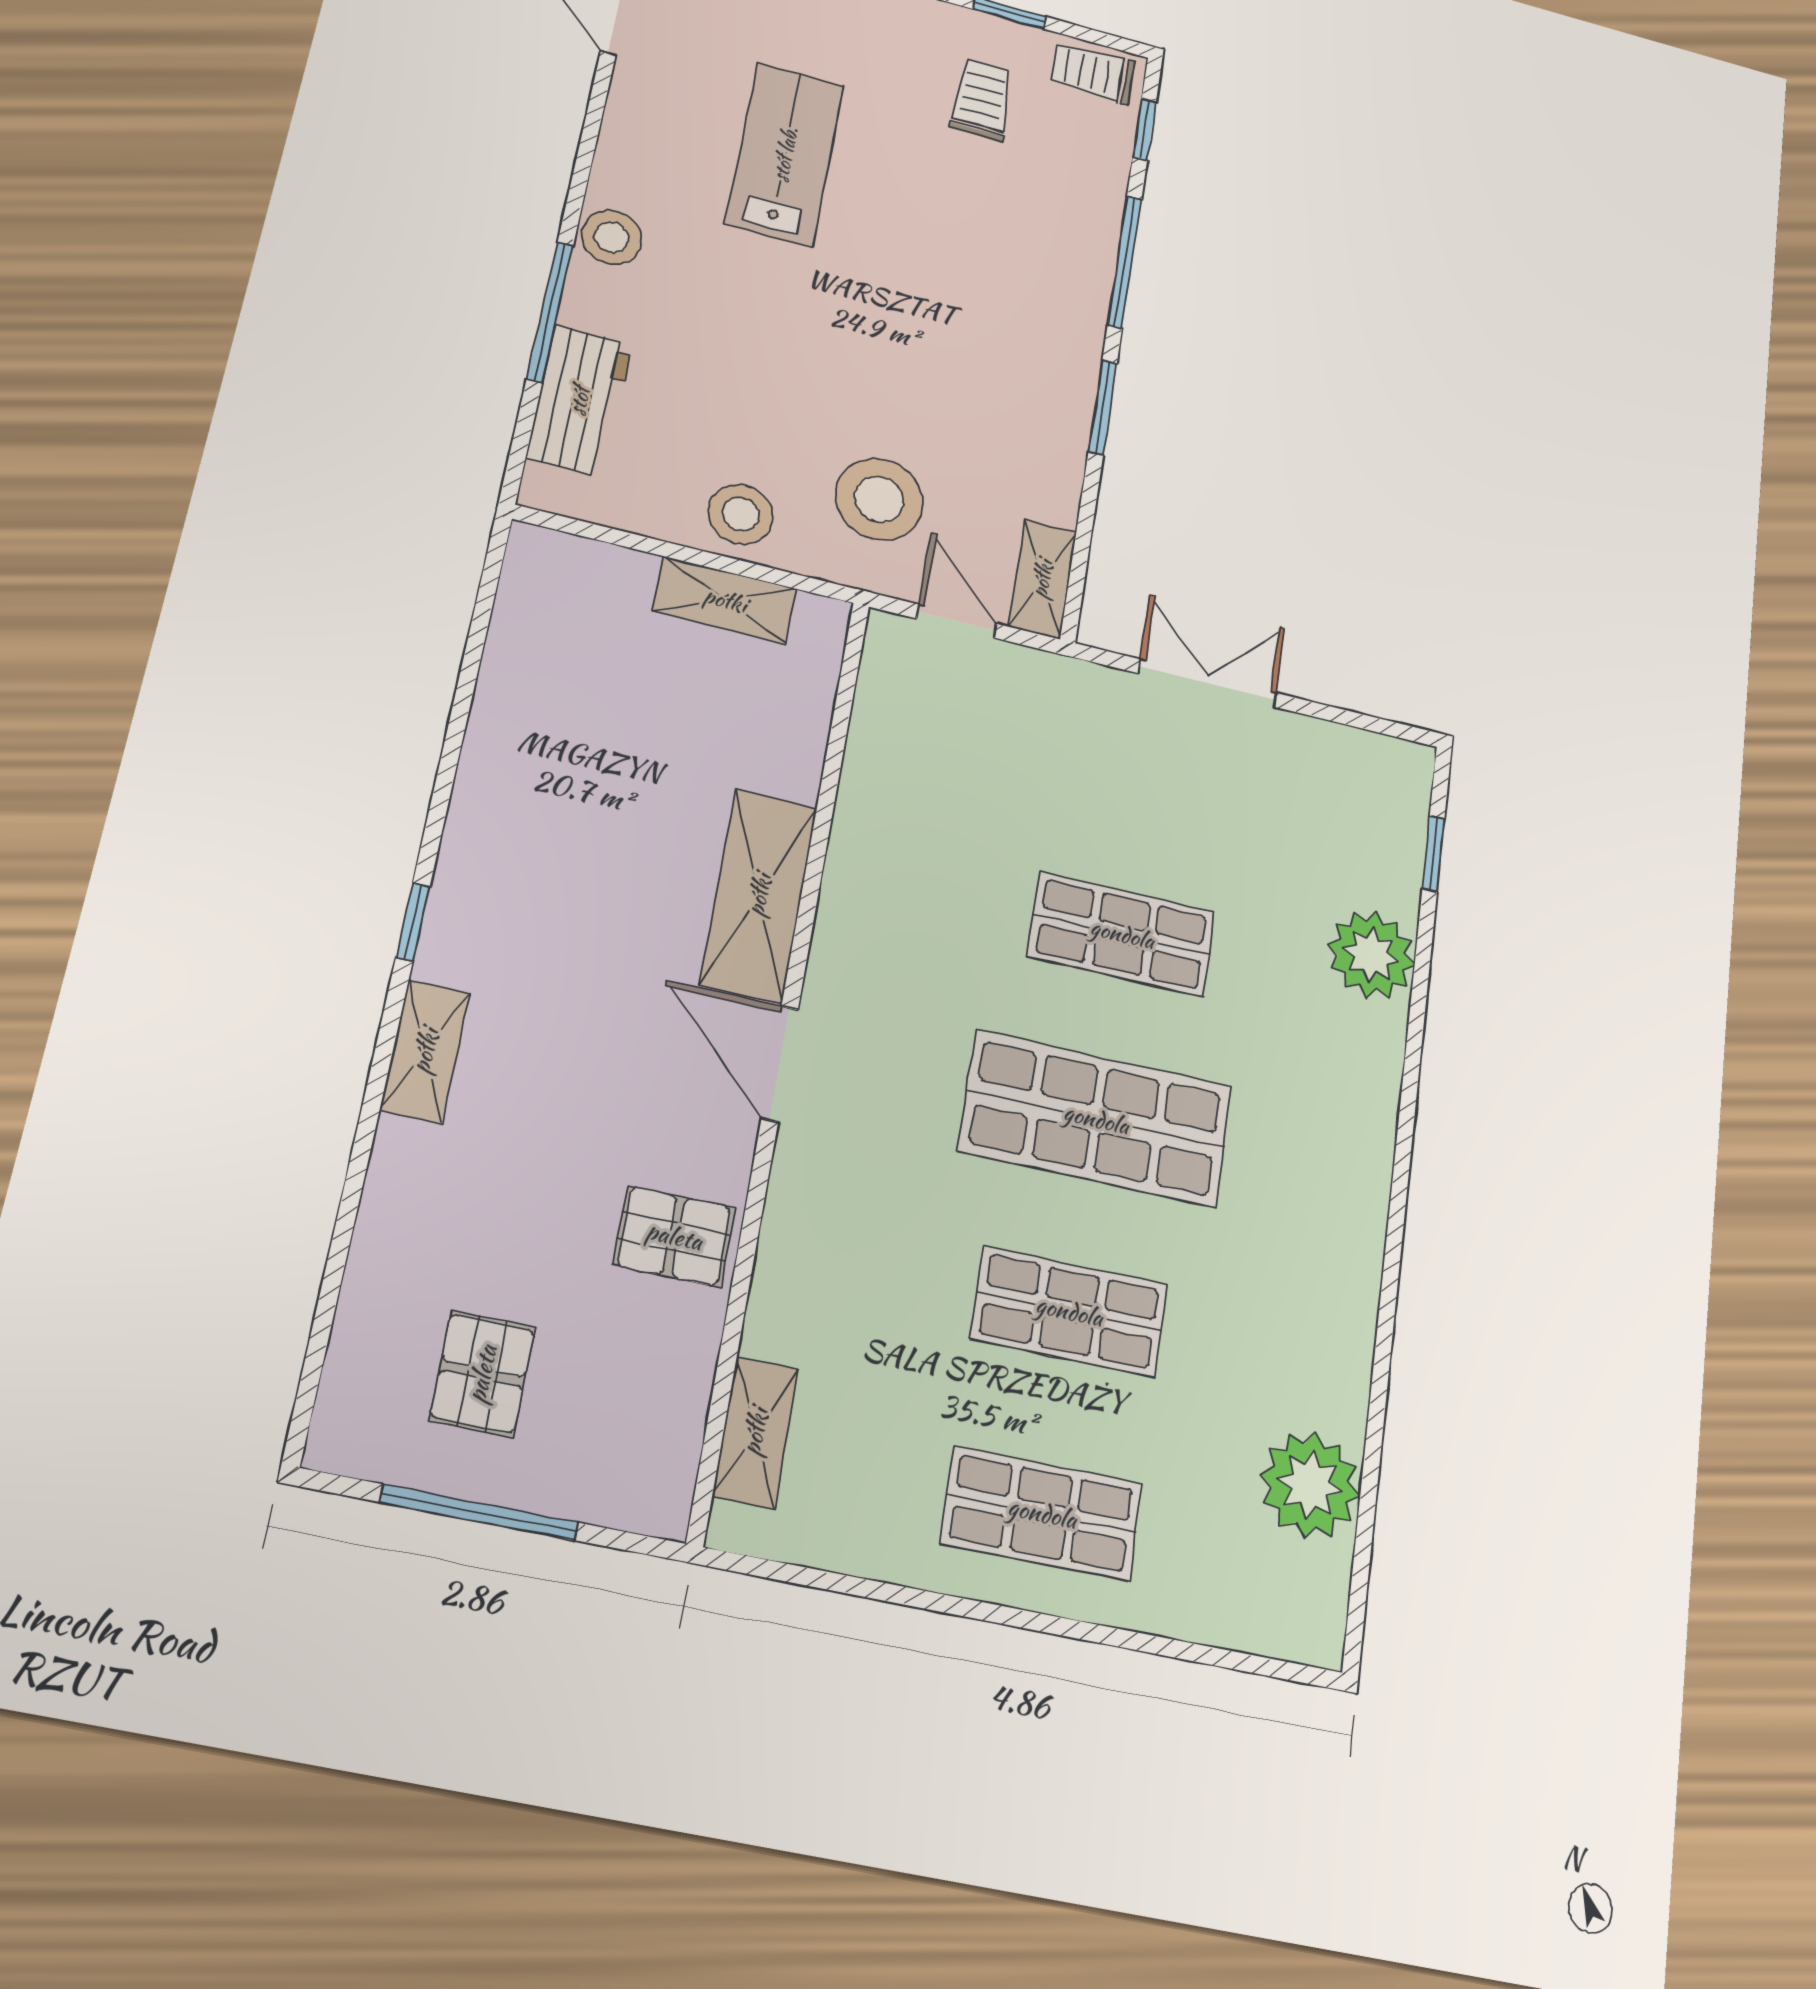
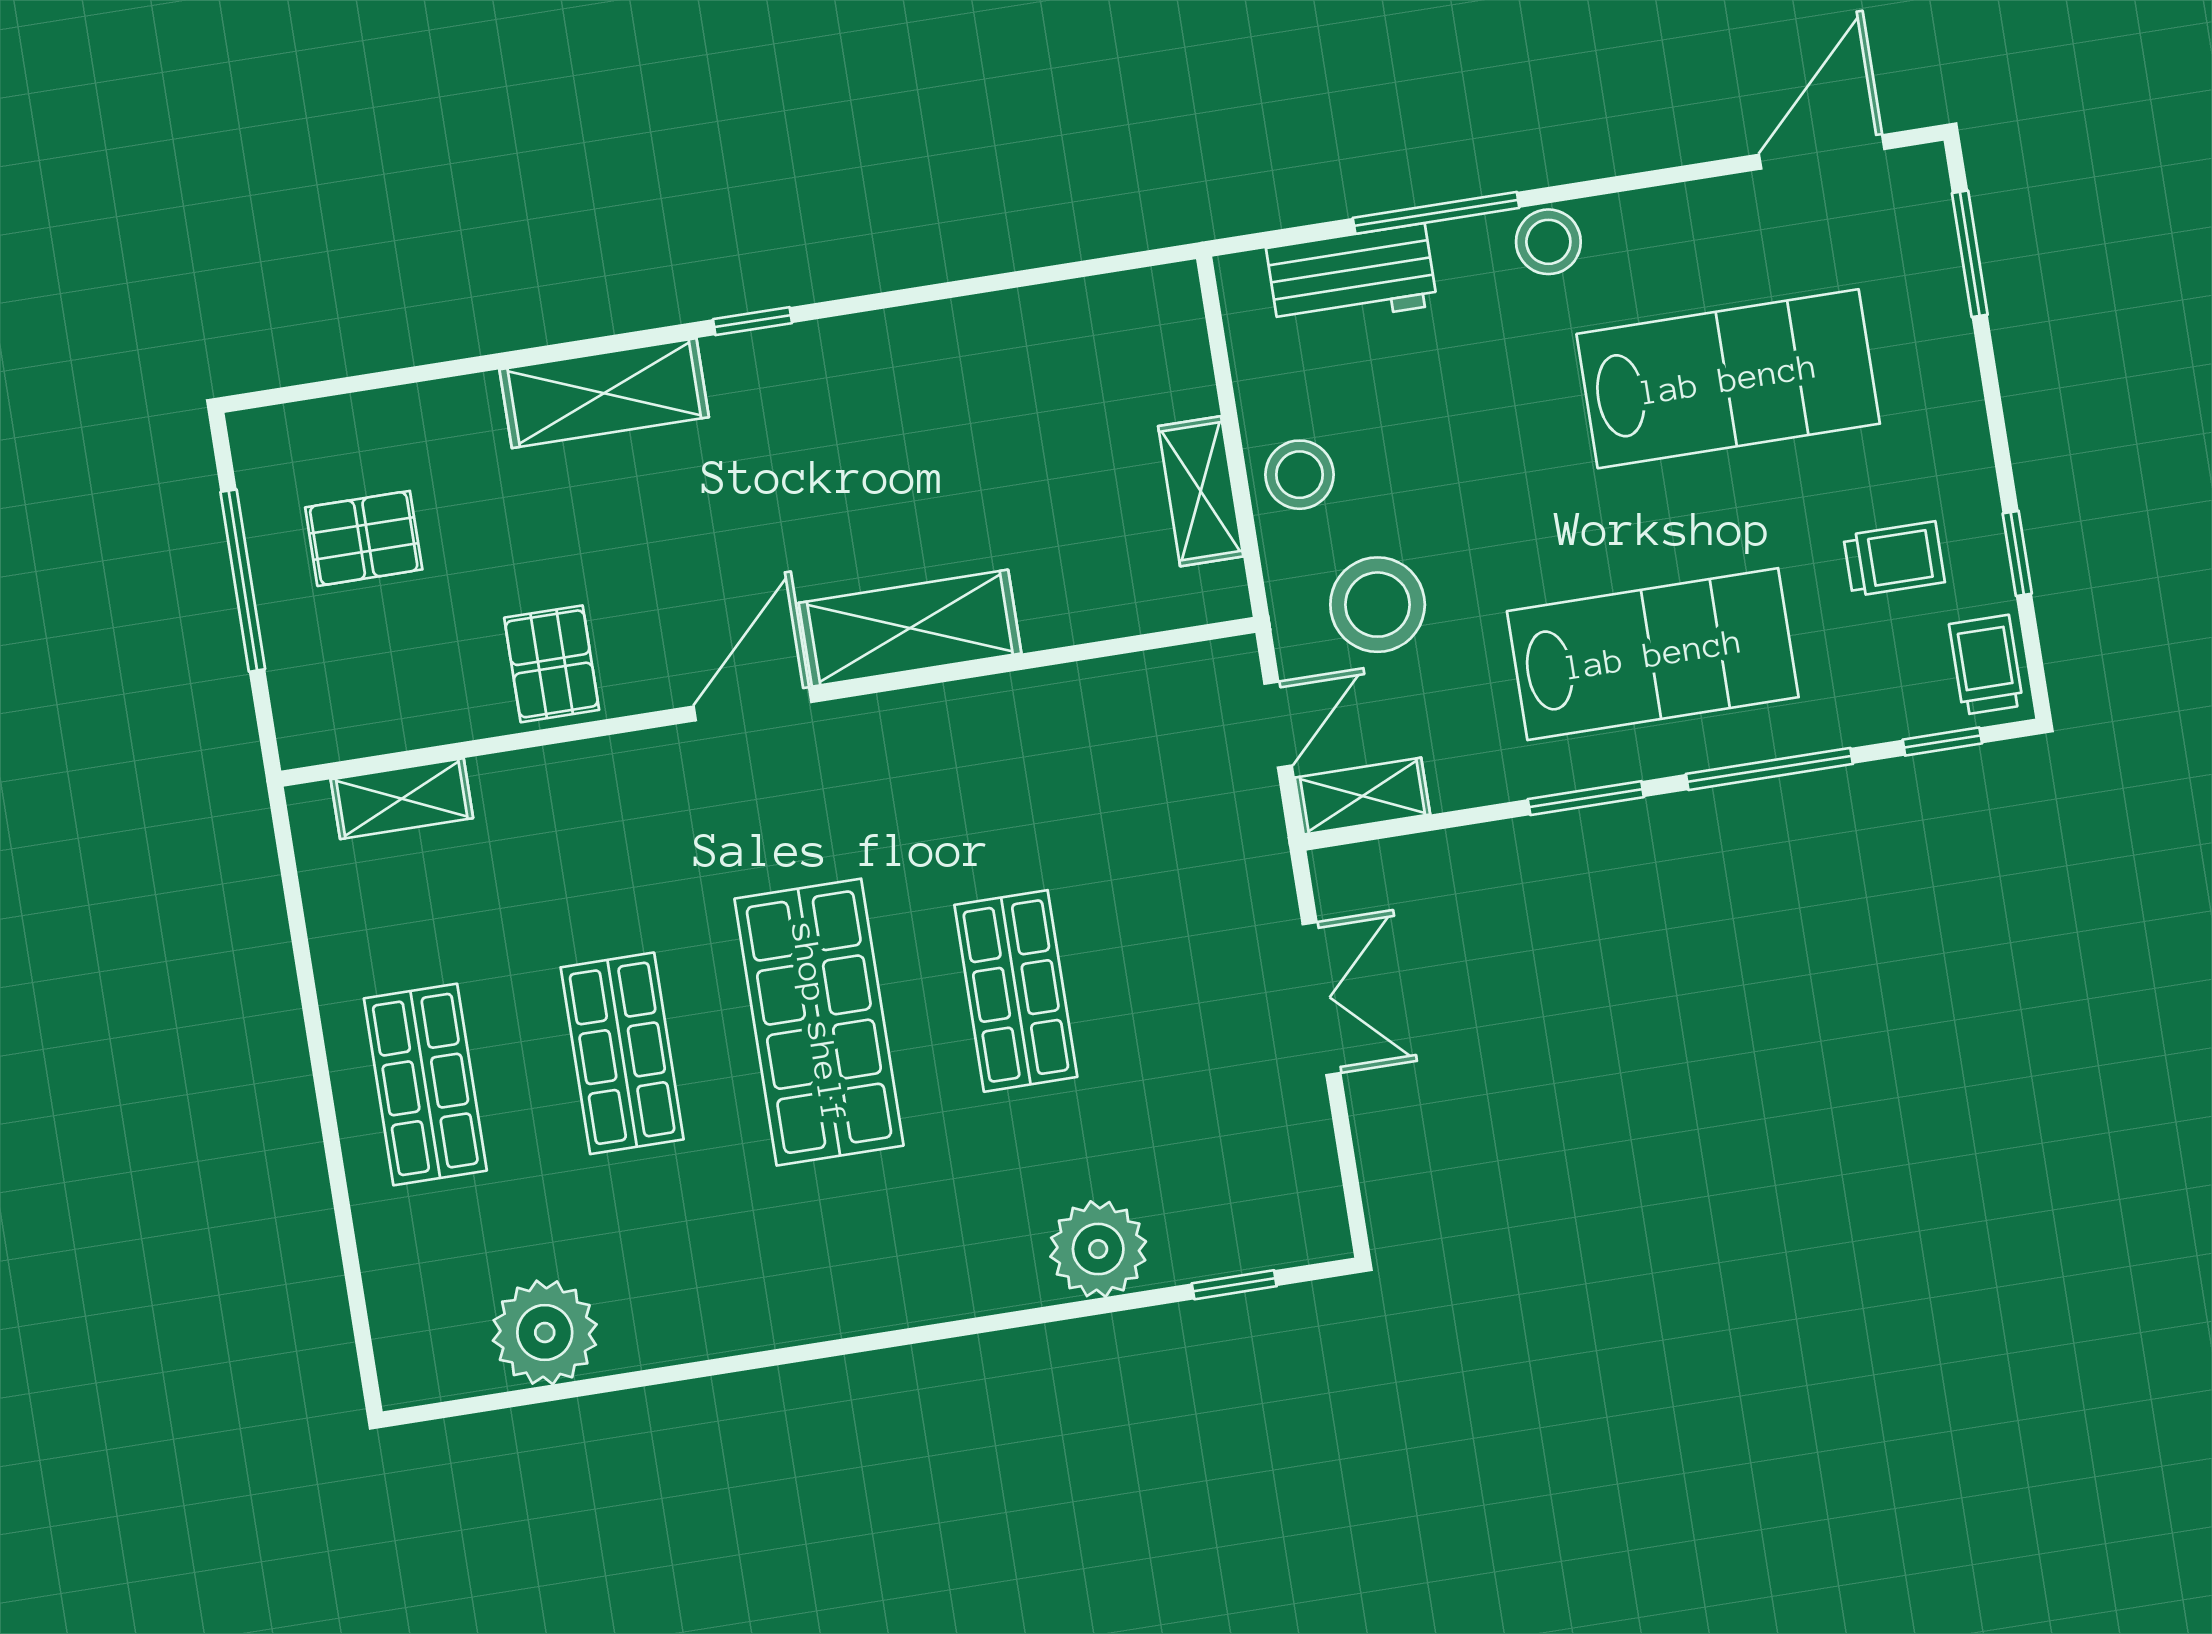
lab bench: (785, 154) -> (1728, 379), width x1.36, depth x1.39
lab bench: (998, 307) -> (1653, 654), added
shelving: (425, 1051) -> (604, 393), width x1.50, depth x1.33

